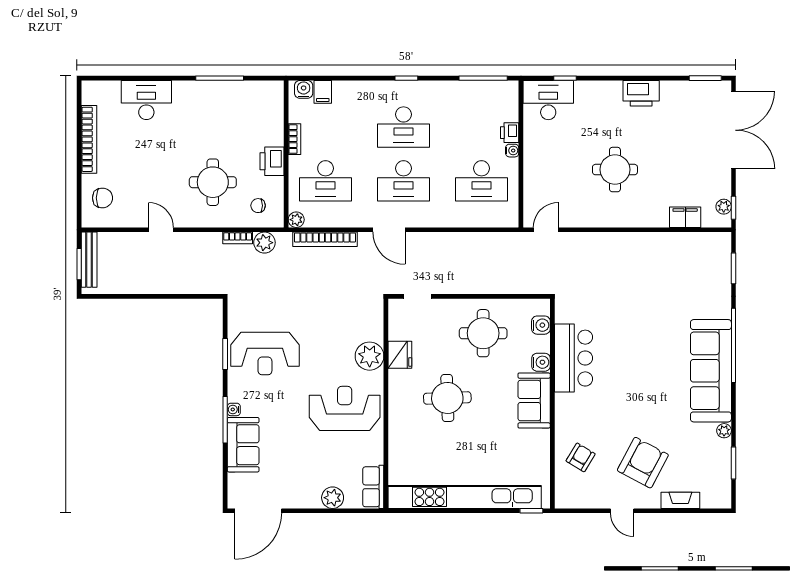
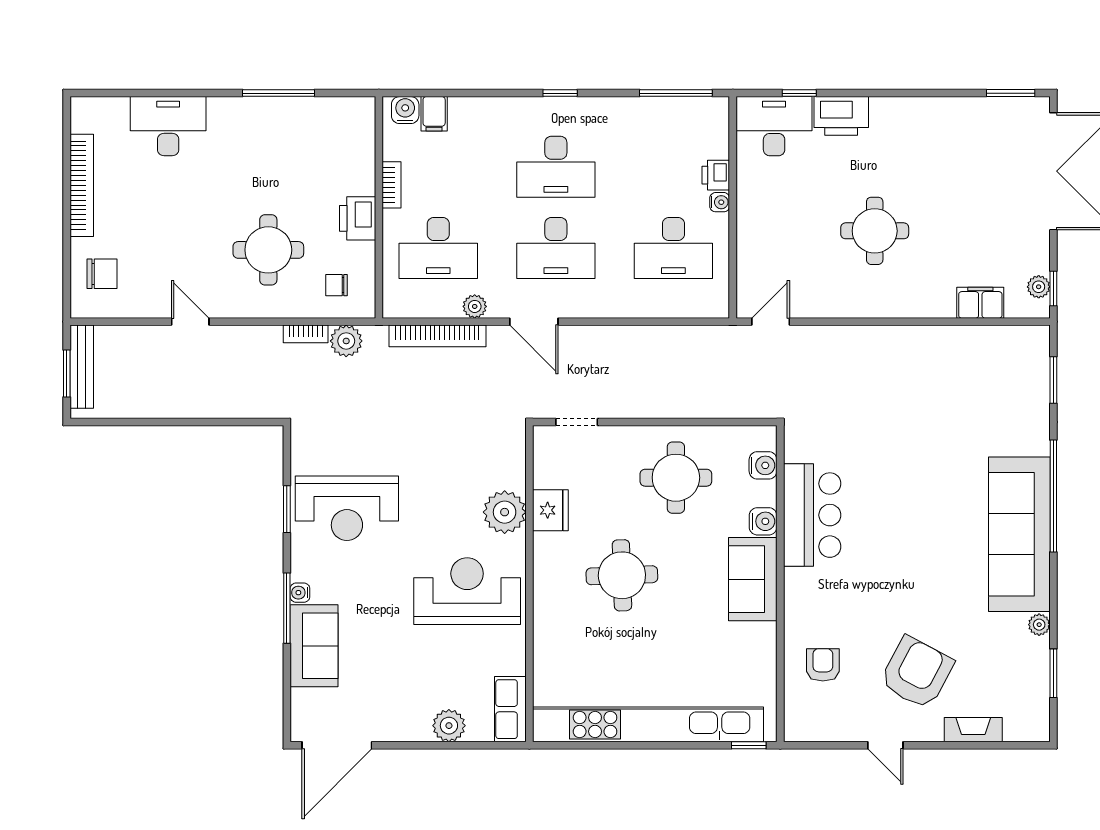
printer: (641, 93) -> (841, 116), moved
plant: (296, 220) -> (475, 306), moved
armchair: (581, 457) -> (823, 665), turned -31

